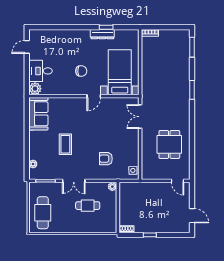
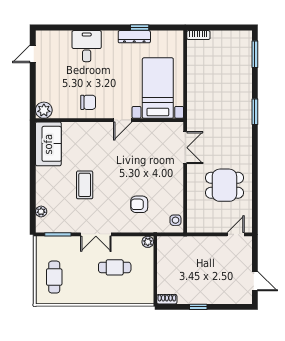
desk: (41, 71) -> (87, 46), moved, turned 90
chair: (81, 71) -> (88, 102), moved
double door: (140, 117) -> (185, 148), swing flipped
dining table: (169, 144) -> (224, 185), turned 90
door: (178, 181) -> (236, 234), swing flipped
cafe table: (43, 213) -> (54, 277), width x0.73, depth x0.74

